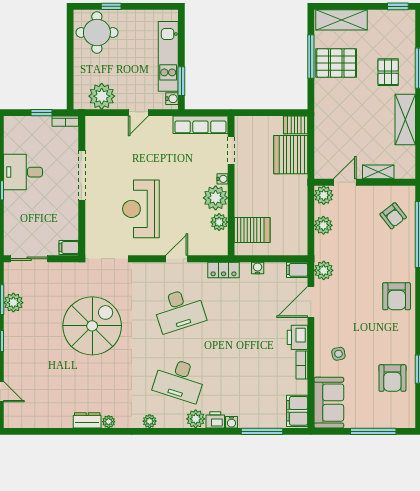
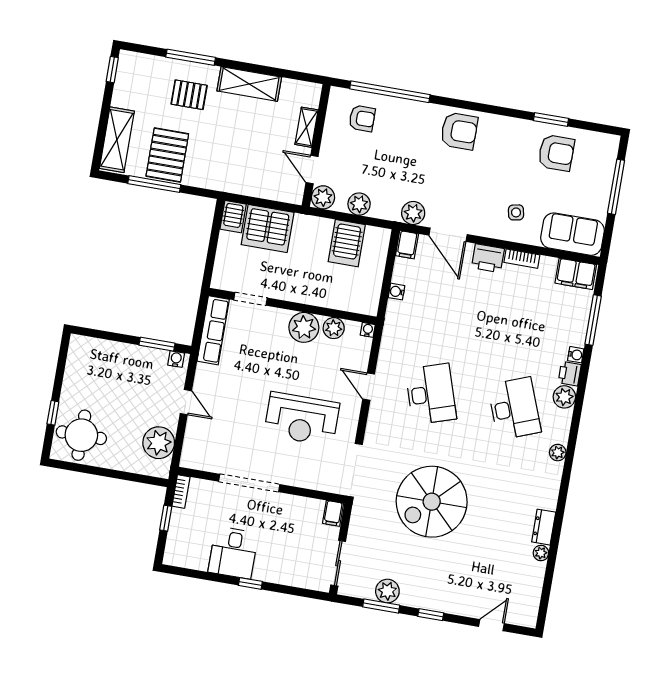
kitchen unit: (168, 56) -> (125, 355), removed
water cooler: (222, 179) -> (368, 330), moved
armchair: (393, 216) -> (362, 118), turned 38
server rack: (252, 230) -> (347, 243), moved, turned 180
locker: (224, 270) -> (392, 333), removed
spiral stairs: (92, 326) -> (432, 502), turned -90
desk: (179, 380) -> (514, 408), turned -39
plant: (109, 422) -> (541, 553), moved

